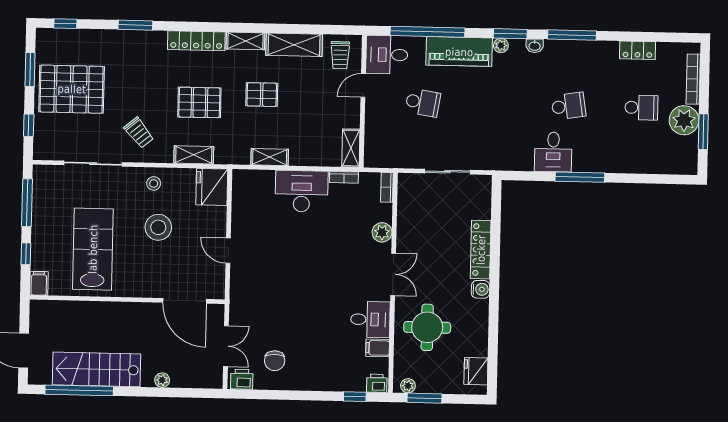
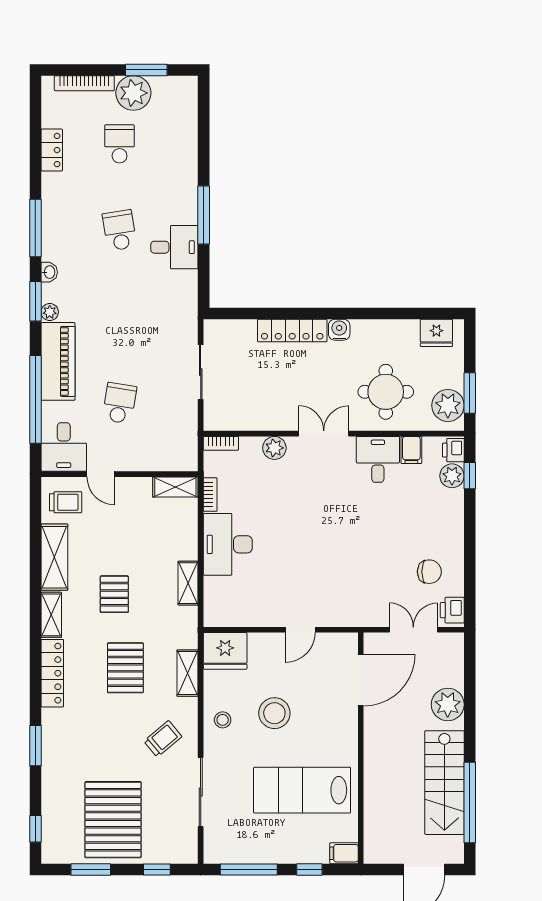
plant: (162, 380) -> (448, 705), width x1.88, depth x1.88
plant: (355, 382) -> (452, 476), added
plant: (408, 386) -> (448, 405), width x1.88, depth x1.88

